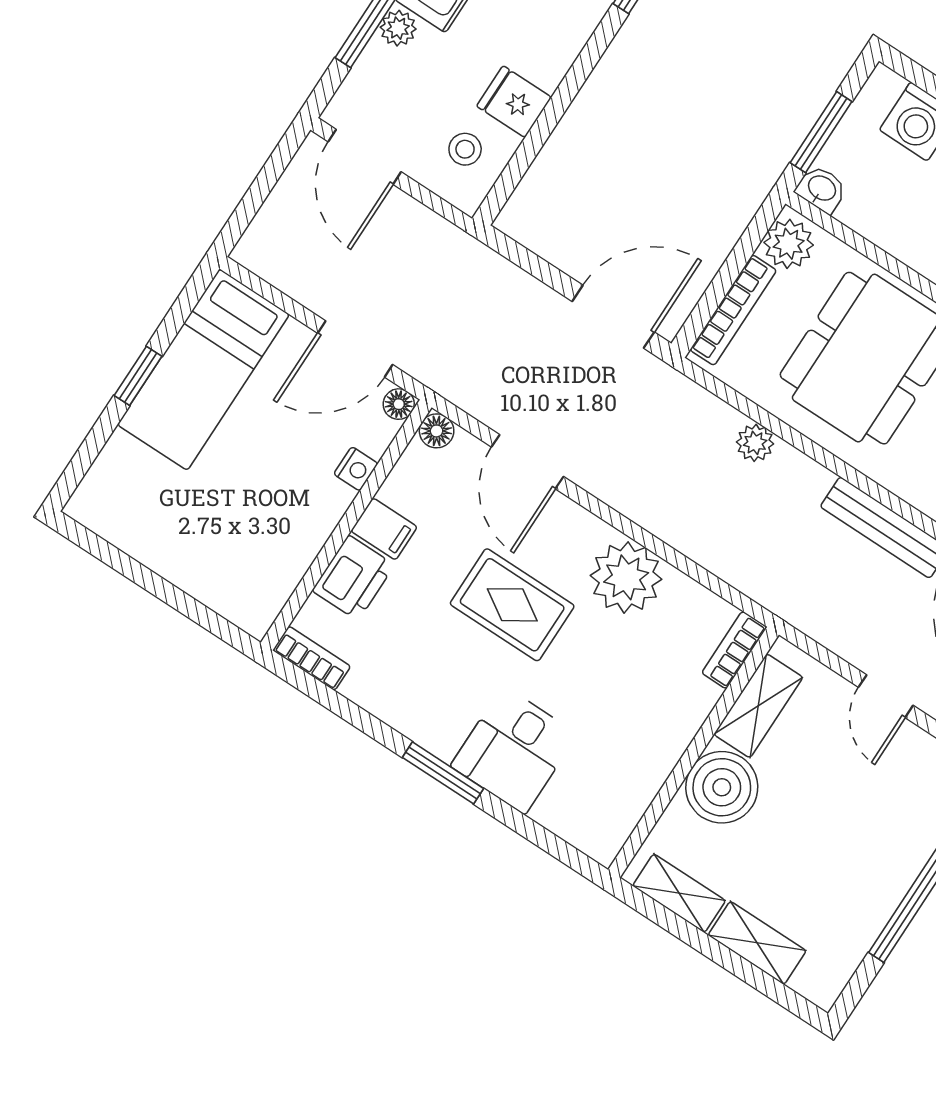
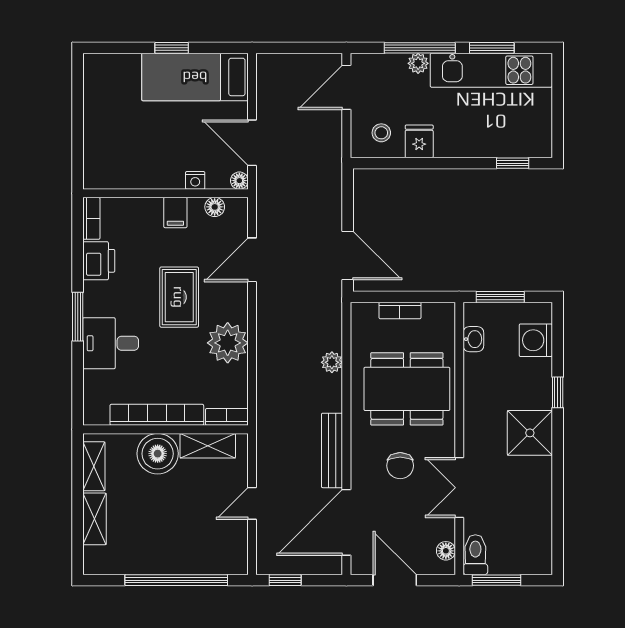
washbasin: (821, 189) -> (473, 339), moved
plant: (789, 244) -> (437, 316), removed
bookcase: (733, 310) -> (400, 310), width x0.64
floor lamp: (437, 431) -> (215, 207), moved
printer: (353, 578) -> (99, 261), moved, turned -90
bookcase: (664, 751) -> (157, 415), added

